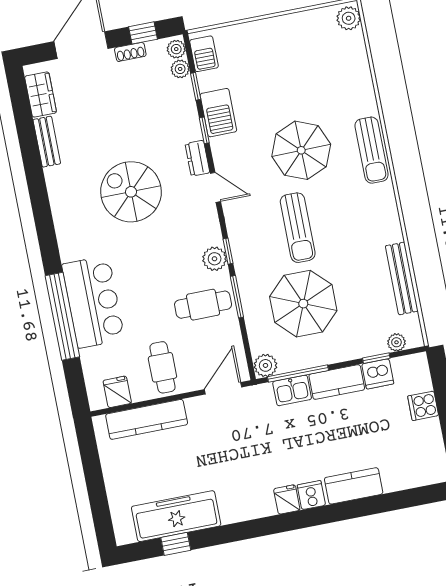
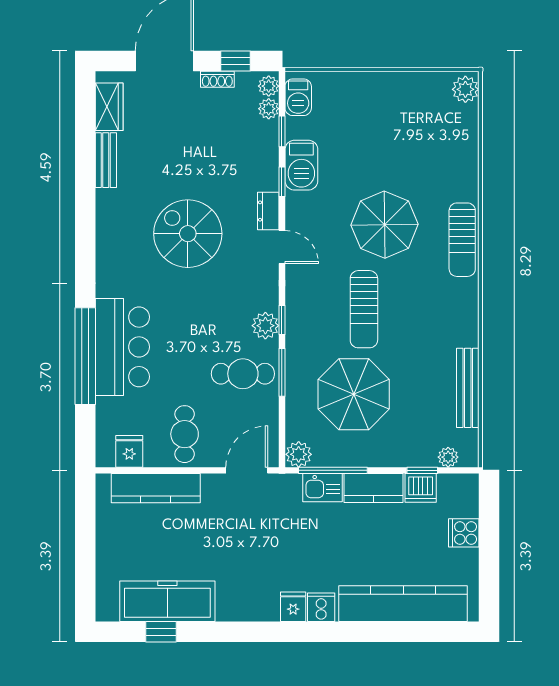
kitchen counter: (354, 486) -> (403, 604), width x2.08, depth x1.17

